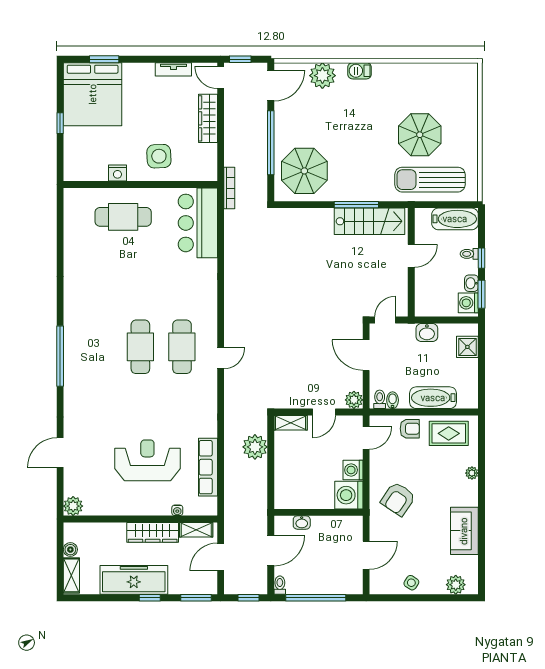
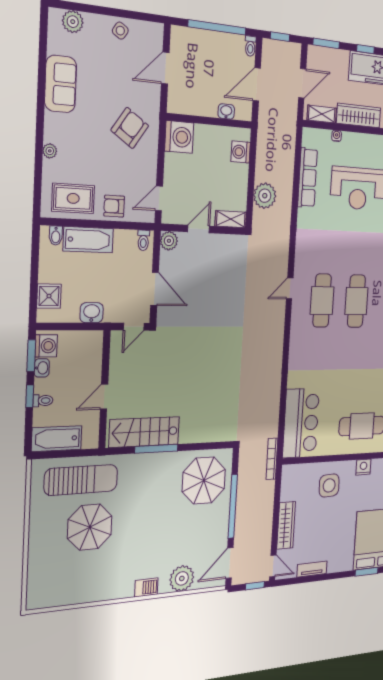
bidet: (393, 400) -> (56, 236), moved
washing machine: (353, 470) -> (241, 152), moved, turned 180

